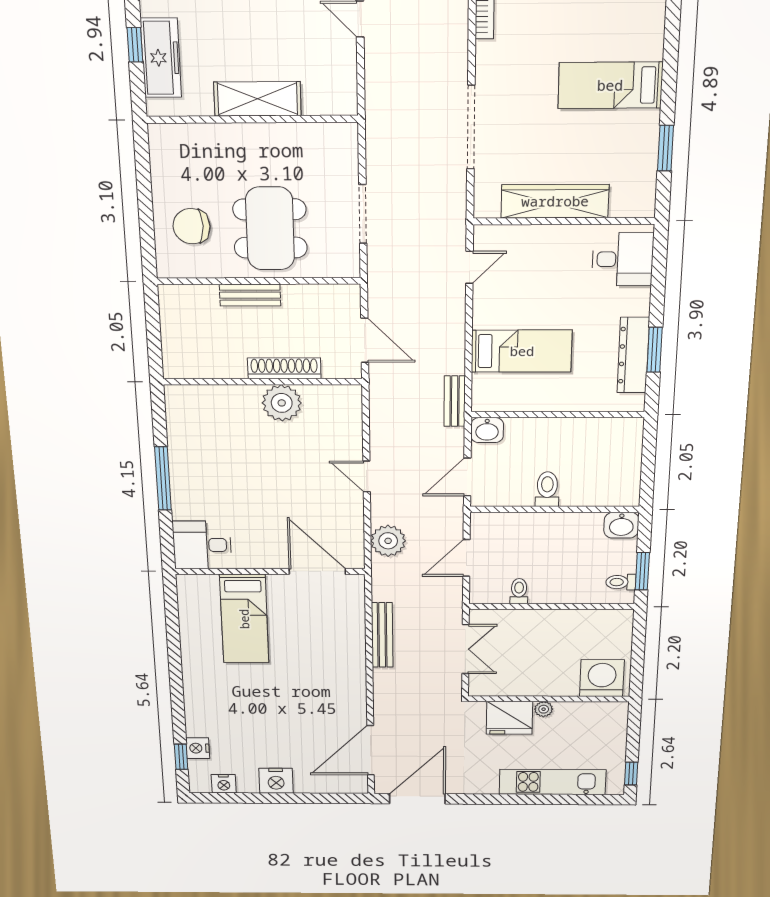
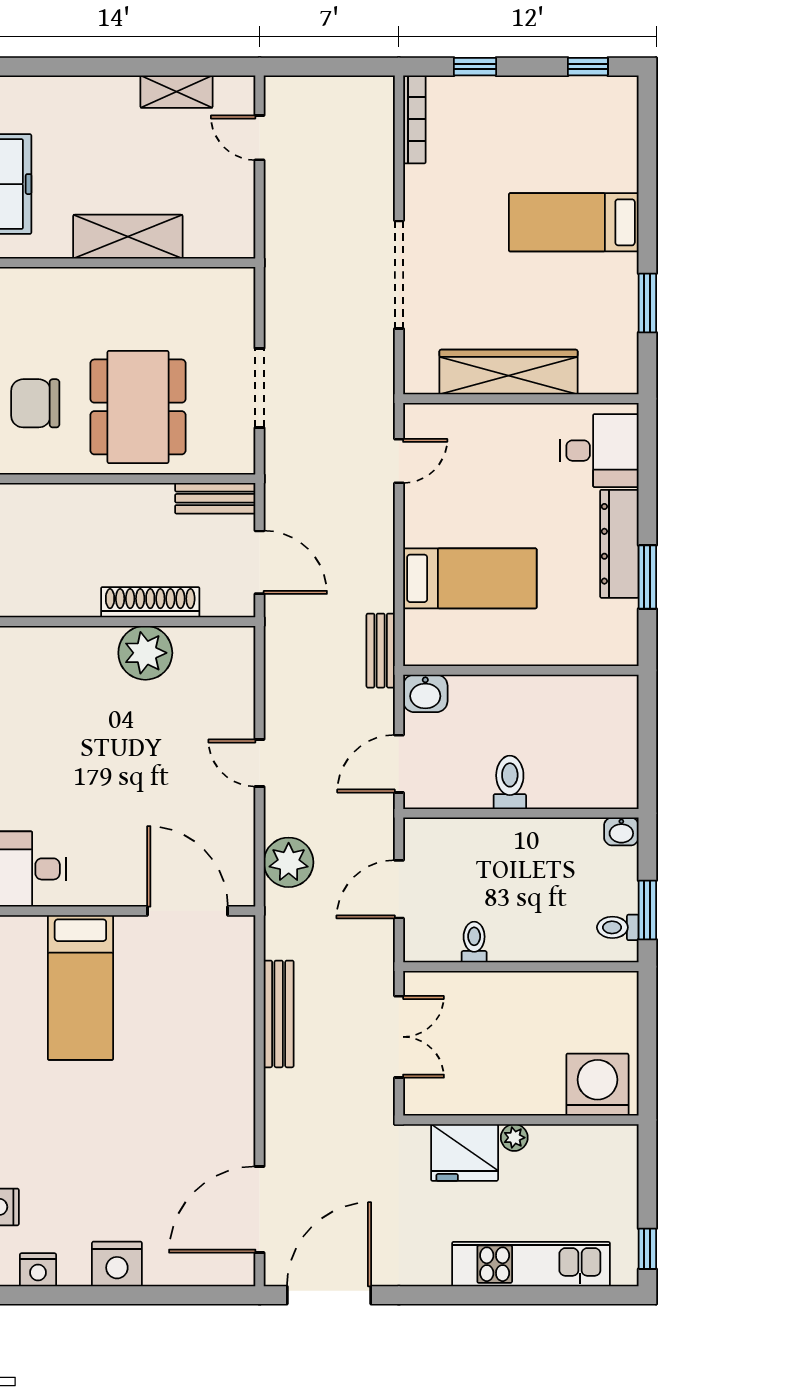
bench: (250, 295) -> (215, 498), moved
dresser: (633, 355) -> (619, 544), moved
washbasin: (621, 525) -> (621, 831), width x0.72, depth x0.69

